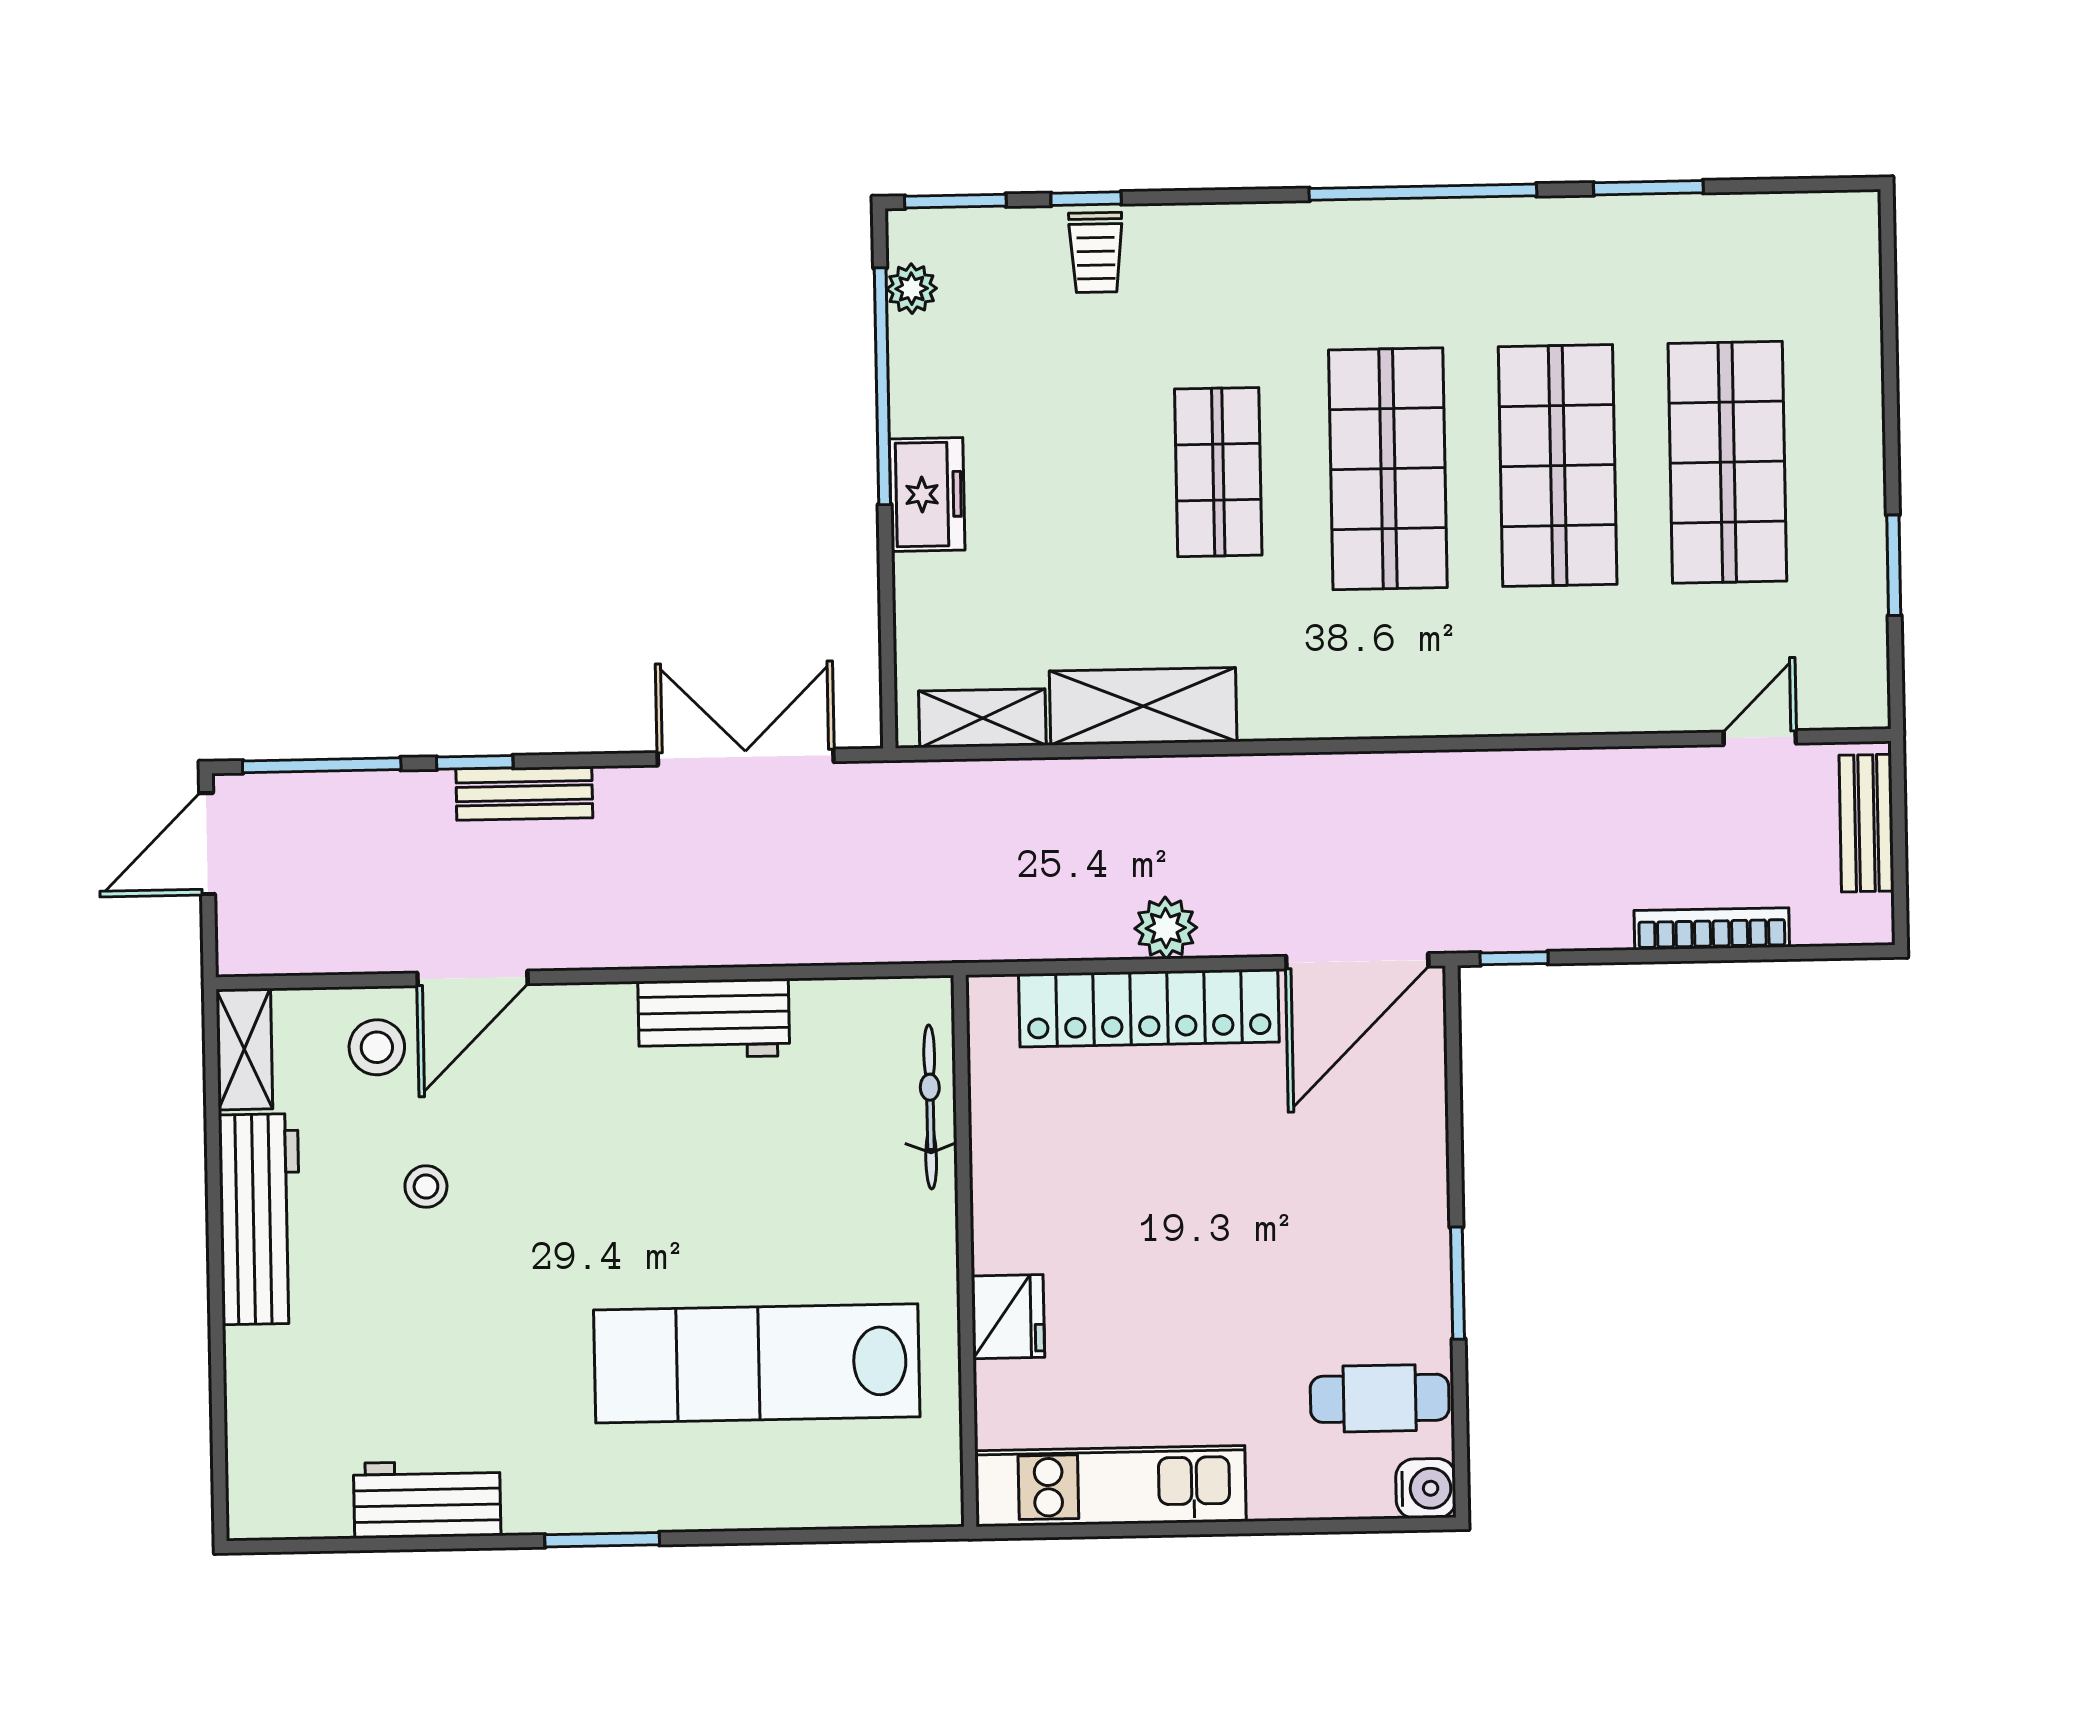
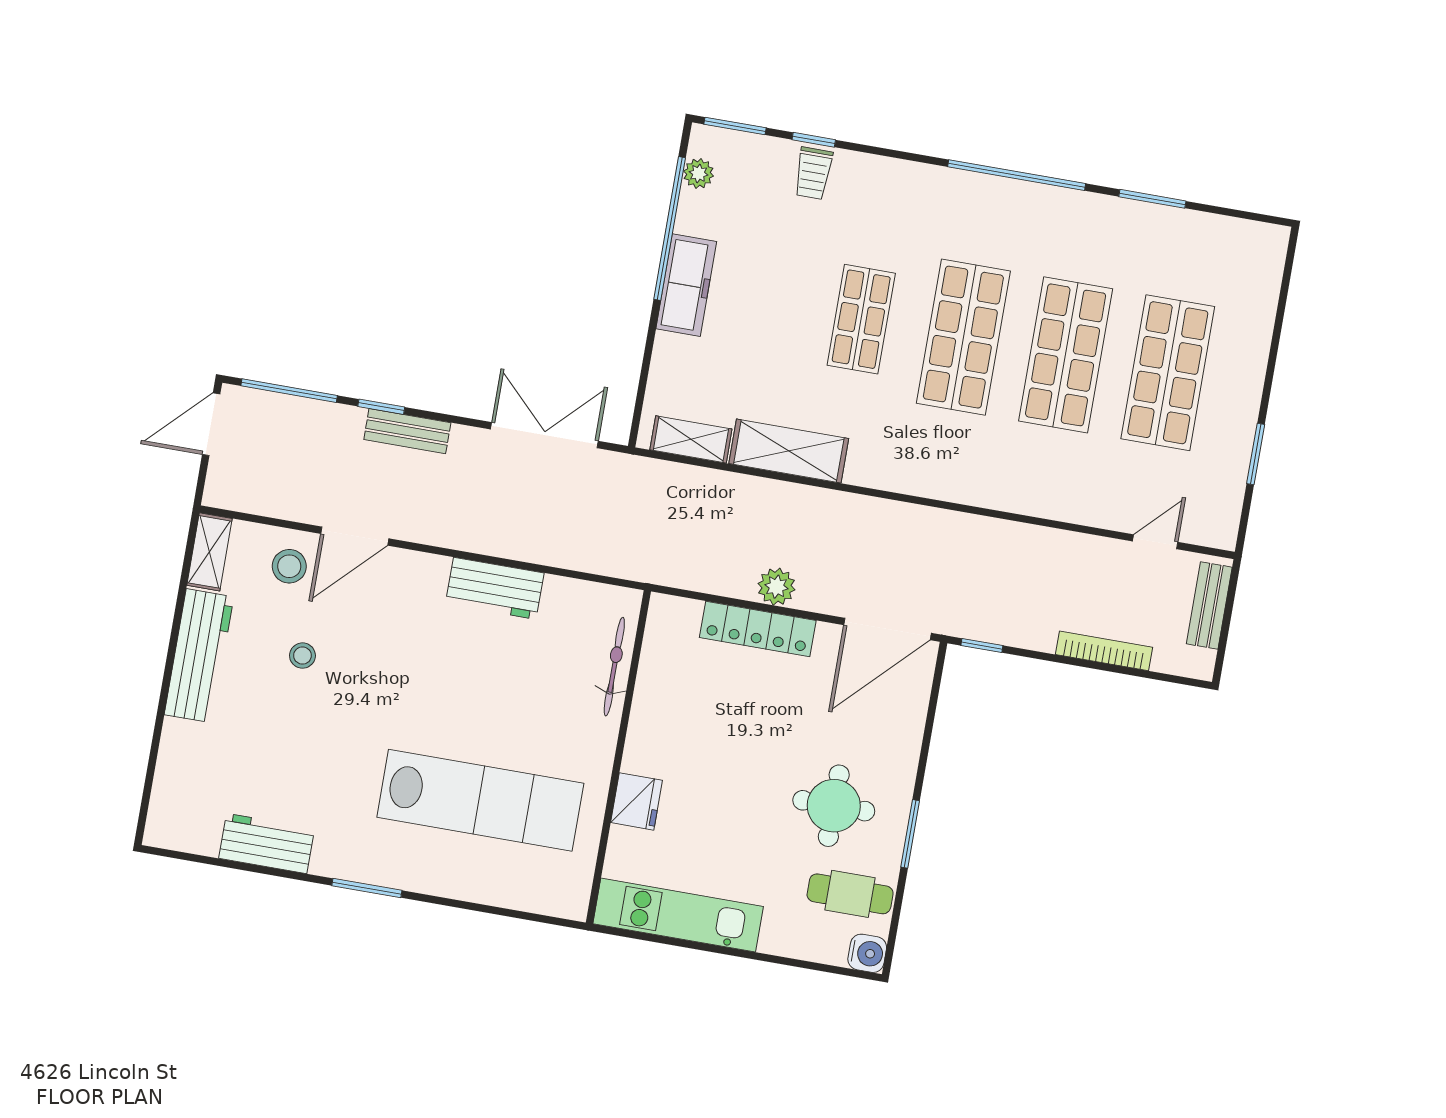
freezer: (927, 494) -> (686, 285), width x1.40
locker: (1149, 1008) -> (758, 629), width x0.71, depth x0.83
round table: (1326, 1262) -> (834, 806), added
lab bench: (757, 1363) -> (480, 800), turned 180

